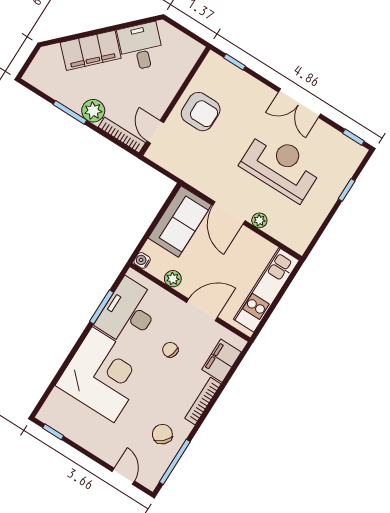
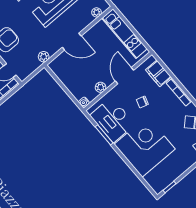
plant: (193, 177) -> (44, 57), added
plant: (259, 220) -> (97, 12), moved
sofa: (180, 221) -> (68, 72), removed

